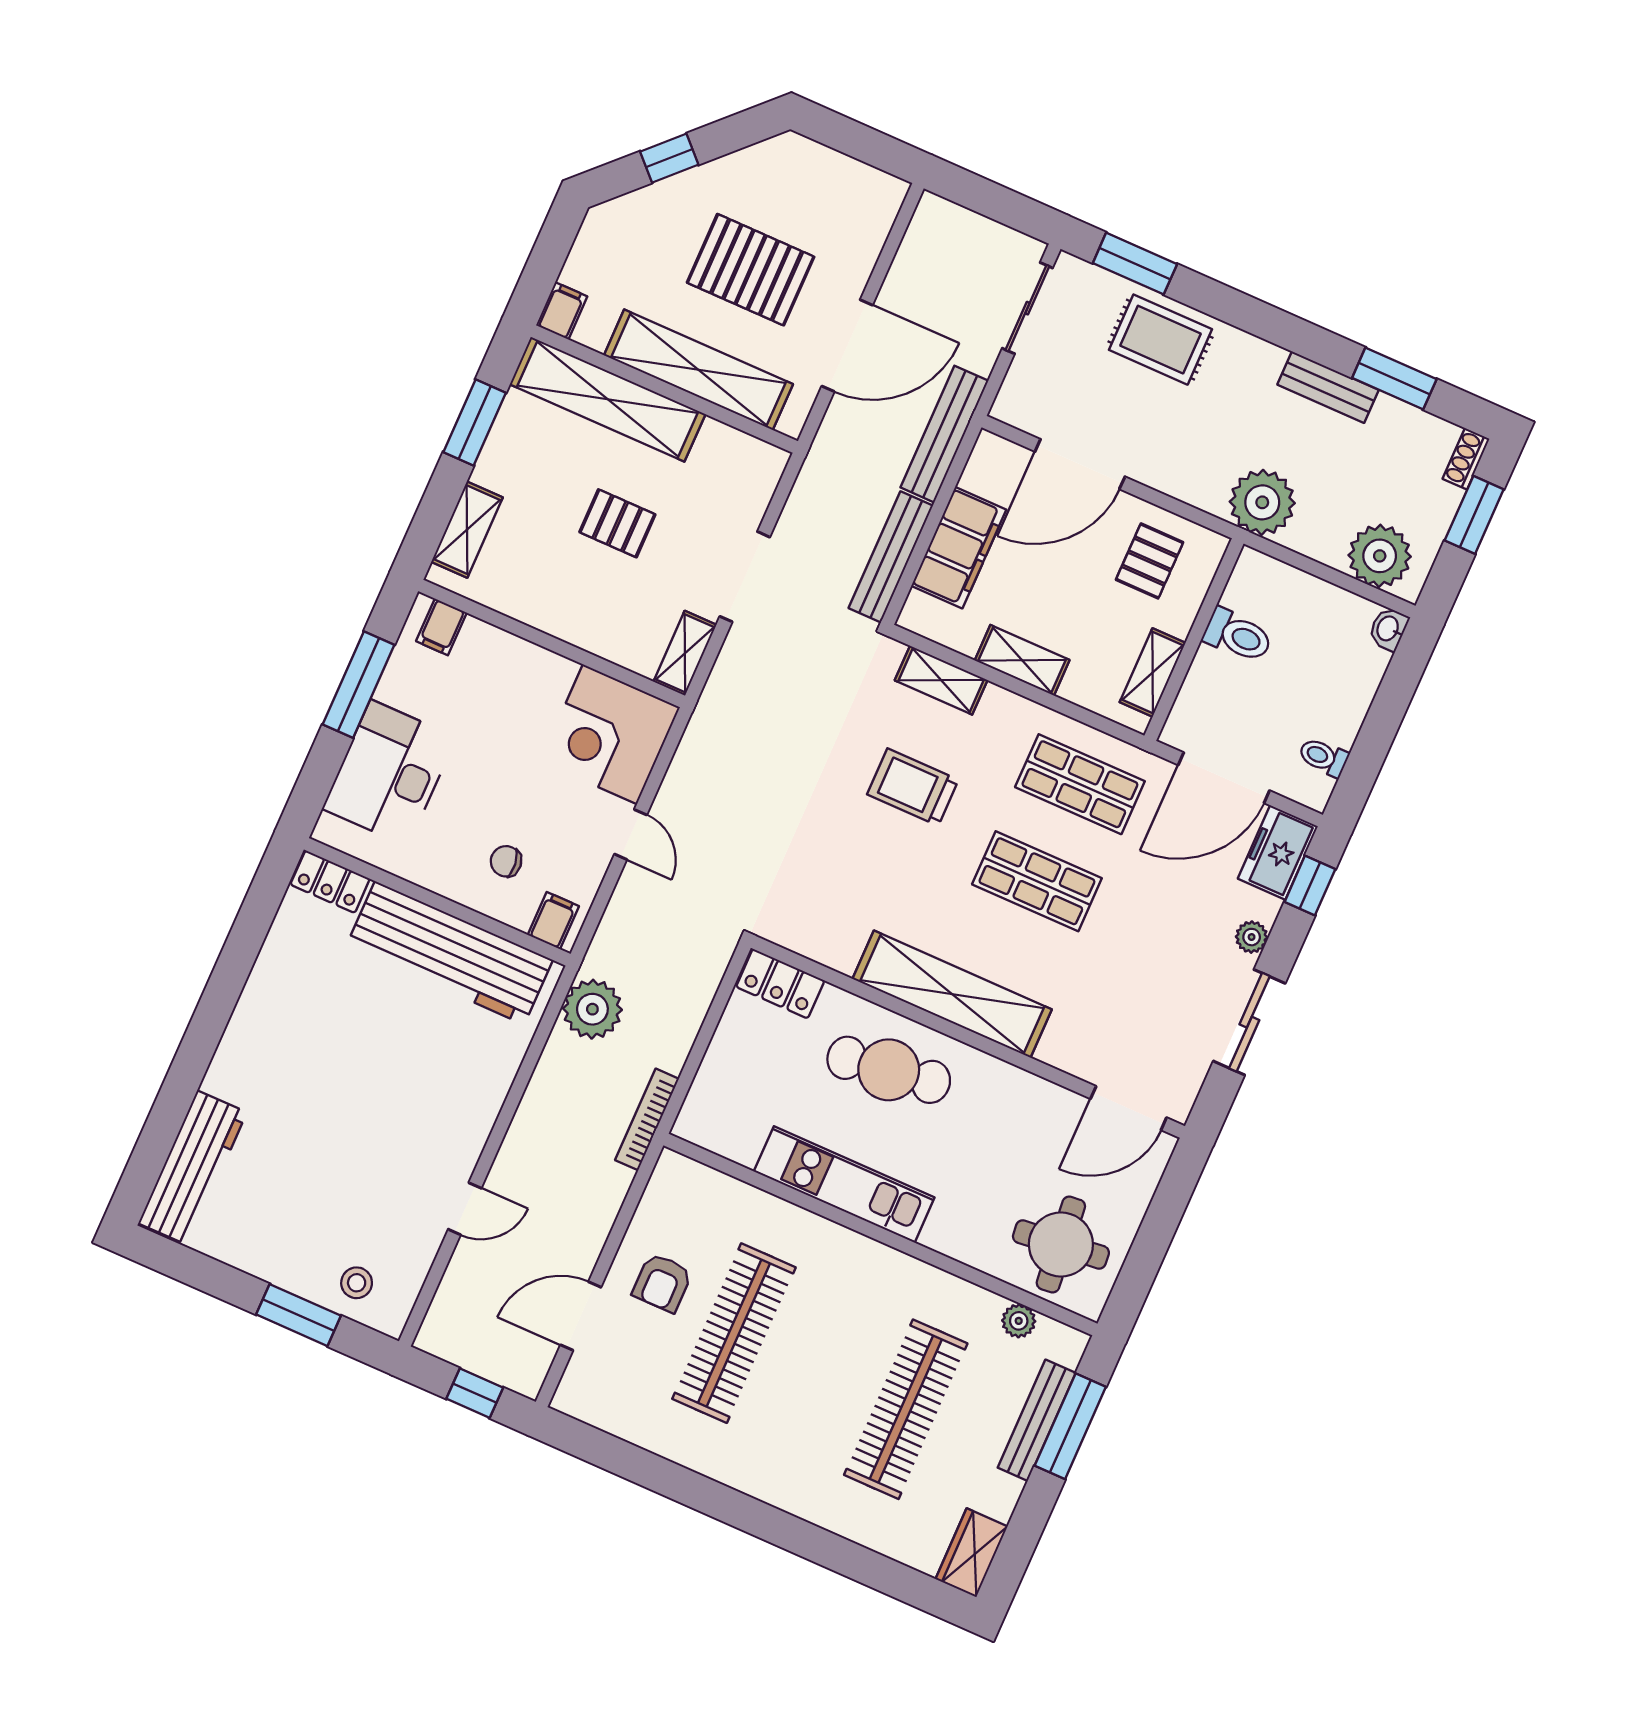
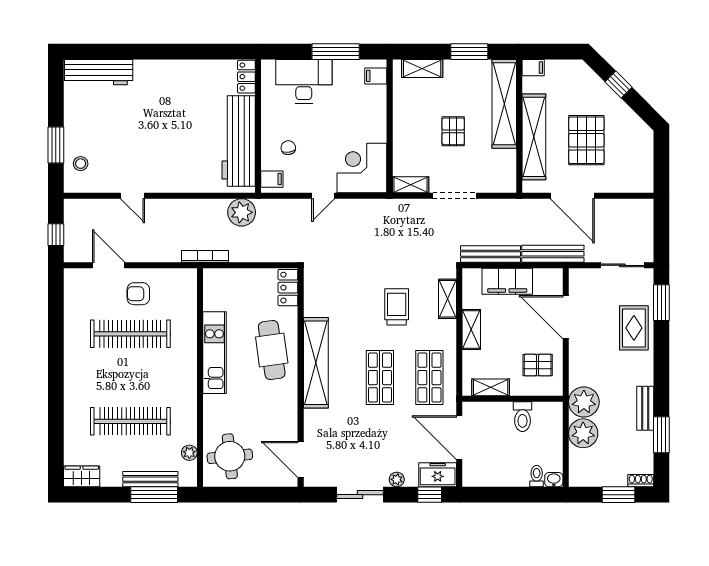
plant: (1380, 556) -> (583, 433), moved
toilet: (1323, 757) -> (537, 476), moved

